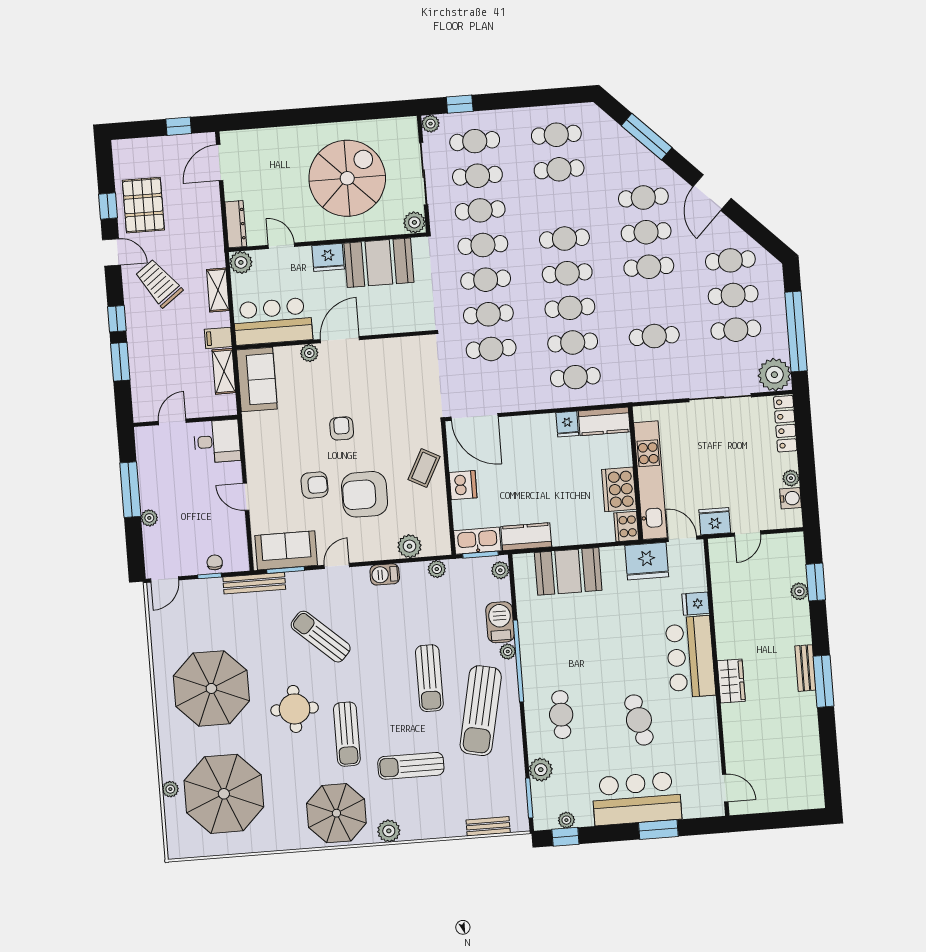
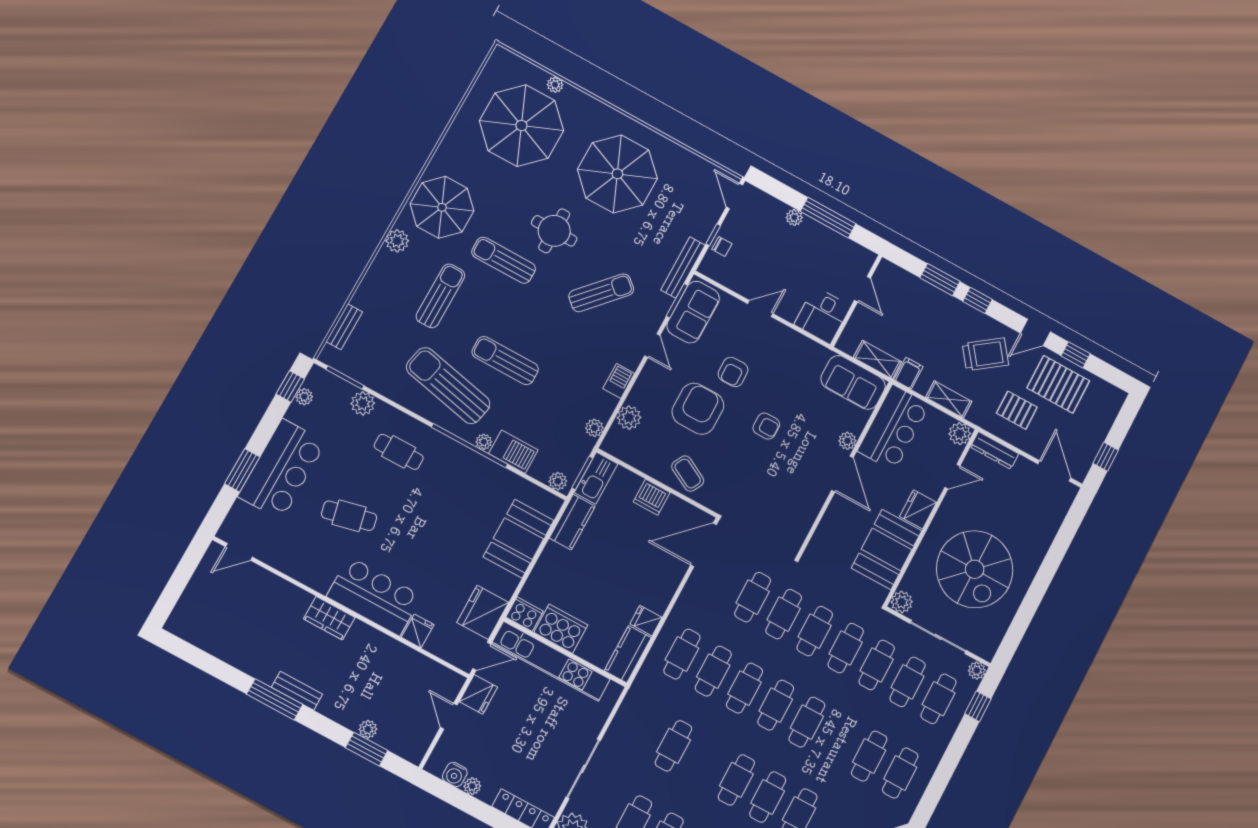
pallet: (189, 227) -> (1017, 410), added

